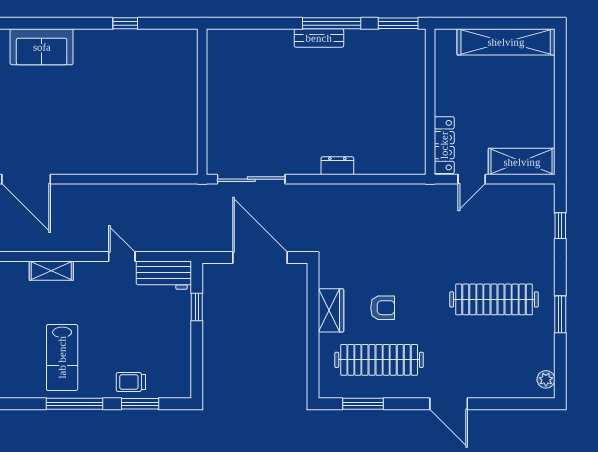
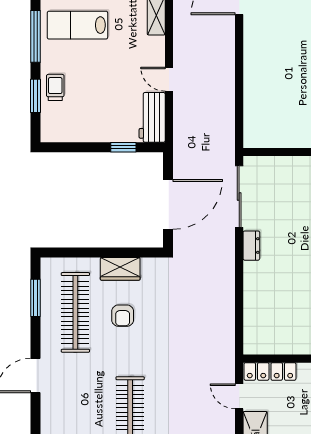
dresser: (337, 166) -> (251, 246), moved
door: (122, 257) -> (169, 79), swing flipped

